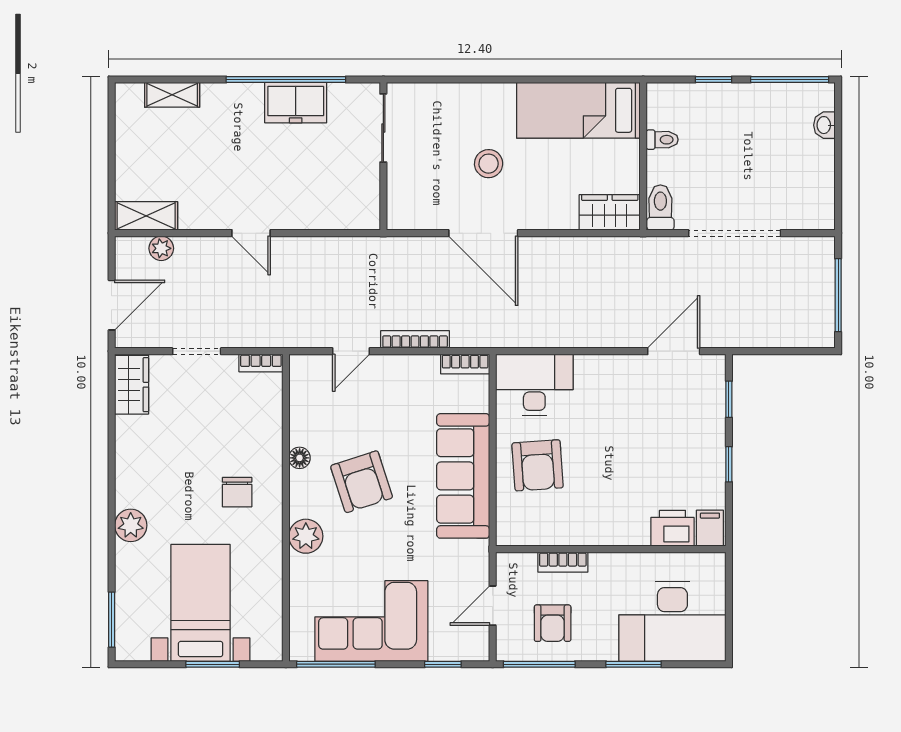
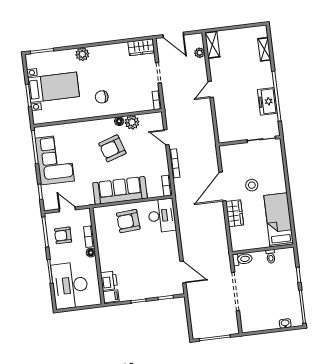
wardrobe: (610, 212) -> (235, 213), moved
plant: (306, 536) -> (132, 122), moved
floor lamp: (601, 563) -> (91, 253), added

